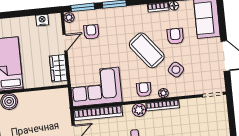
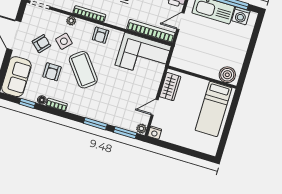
nightstand: (42, 20) -> (155, 133), moved
armchair: (91, 32) -> (41, 44), moved, turned -138
plant: (163, 93) -> (71, 21), moved
plant: (139, 110) -> (113, 18), removed

